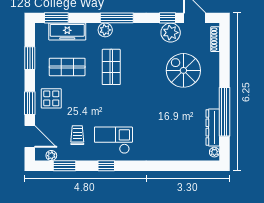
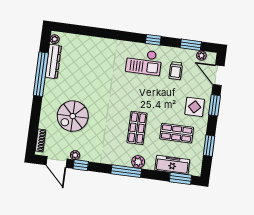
plant: (171, 33) -> (75, 155), width x0.53, depth x0.53
spiral stairs: (183, 70) -> (73, 116), turned 90

